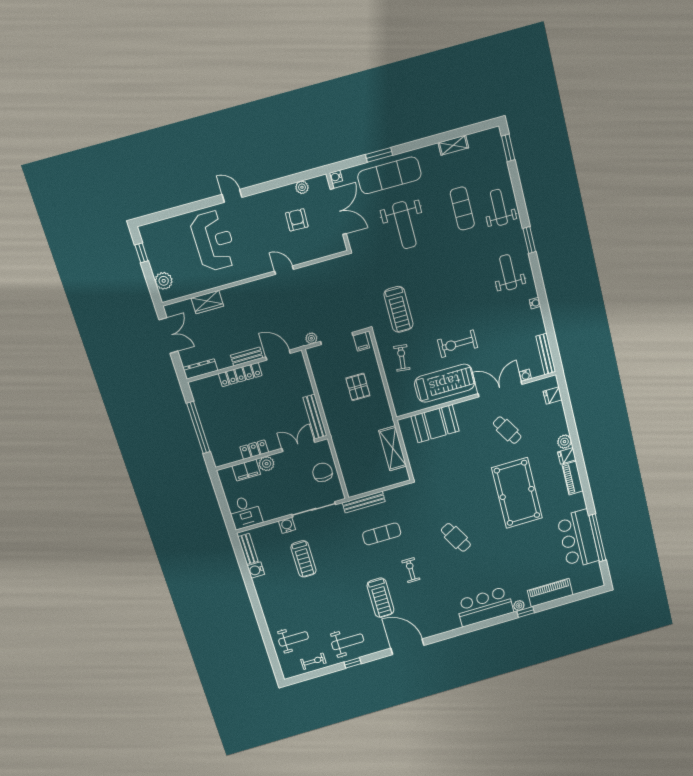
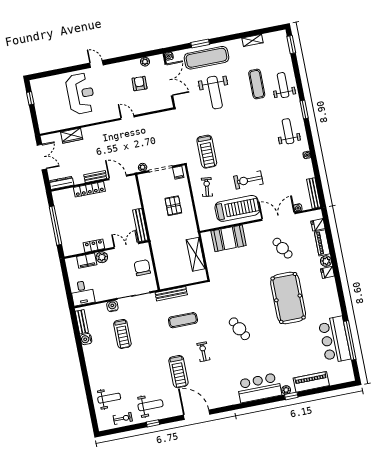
plant: (164, 281) -> (43, 119), removed
piano: (573, 478) -> (322, 243), moved

